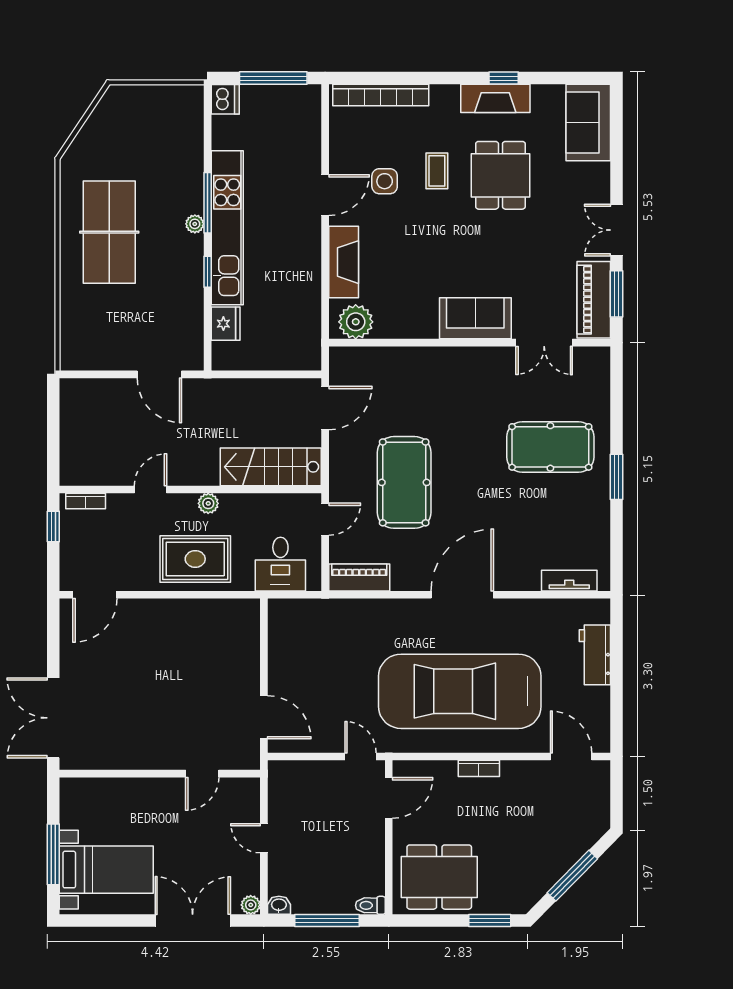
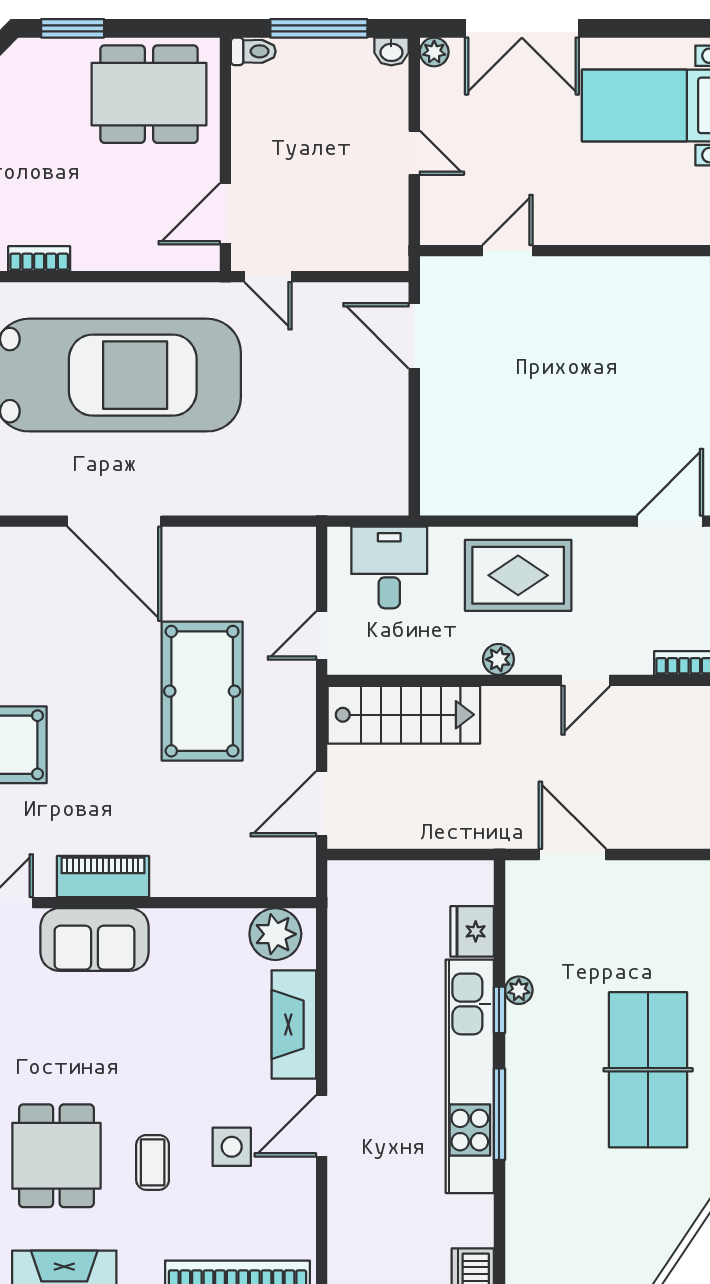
plant: (195, 224) -> (519, 990), moved
piano: (359, 578) -> (103, 877), moved, turned 180
door: (462, 595) -> (114, 521), hinge flipped
bookcase: (479, 768) -> (39, 259), moved

